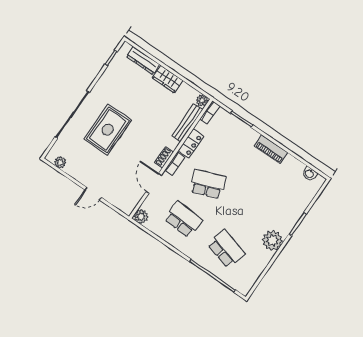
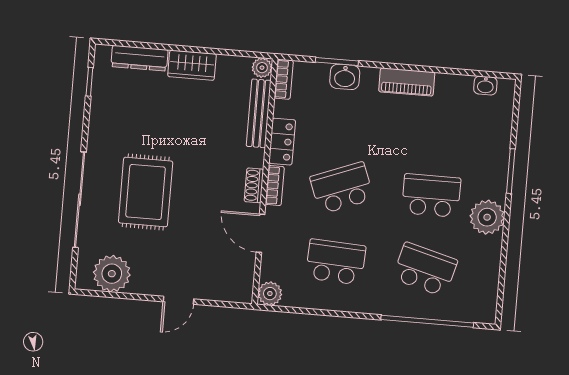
washbasin: (241, 129) -> (345, 77), added
plant: (60, 162) -> (112, 274), width x1.88, depth x1.88
school desk: (251, 214) -> (431, 196), added

